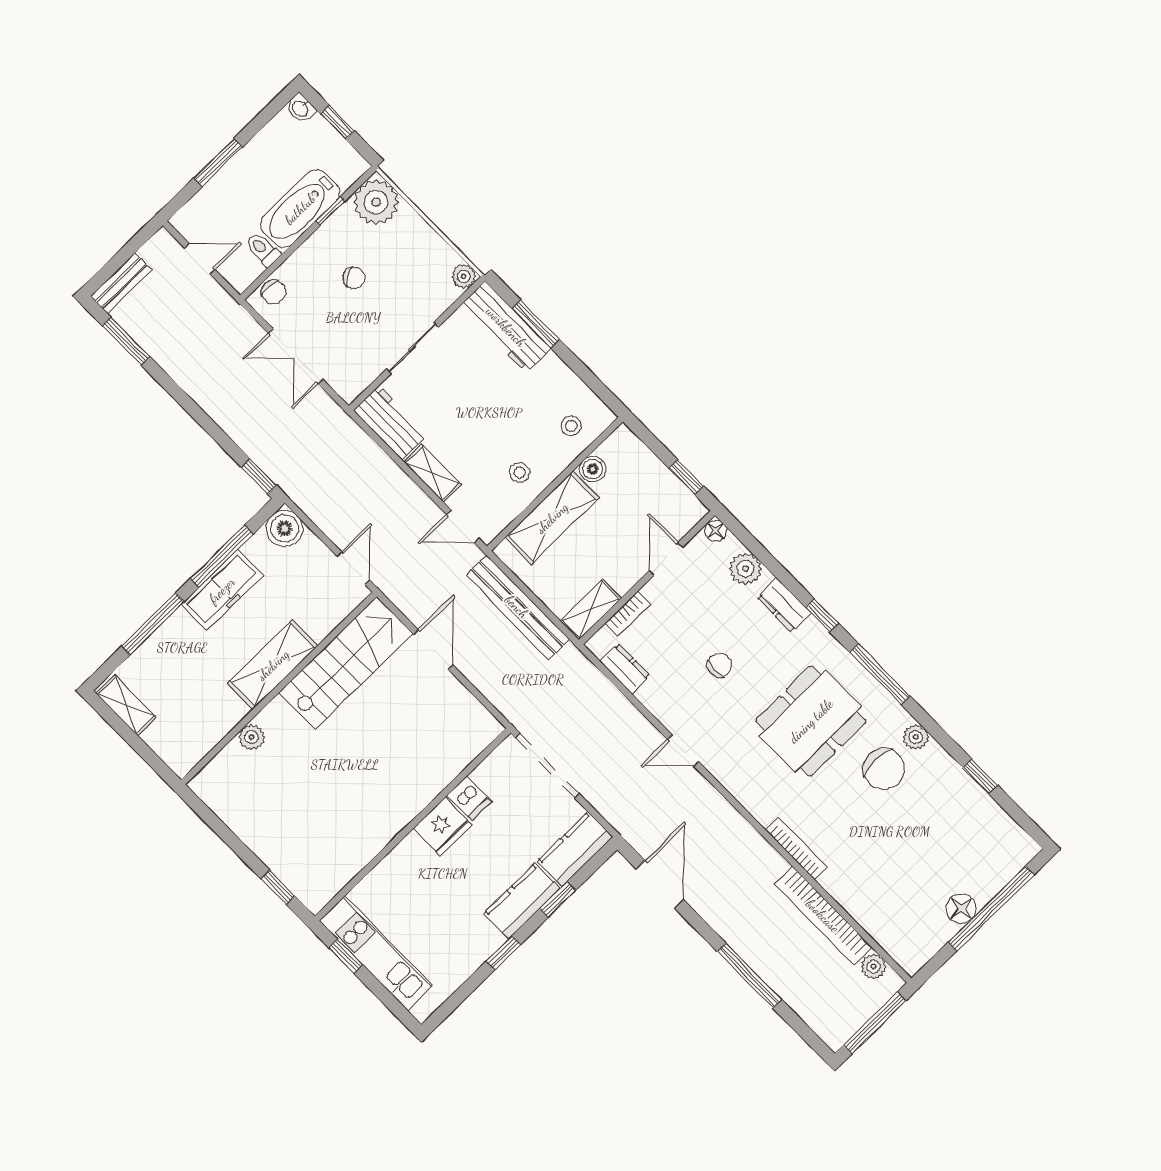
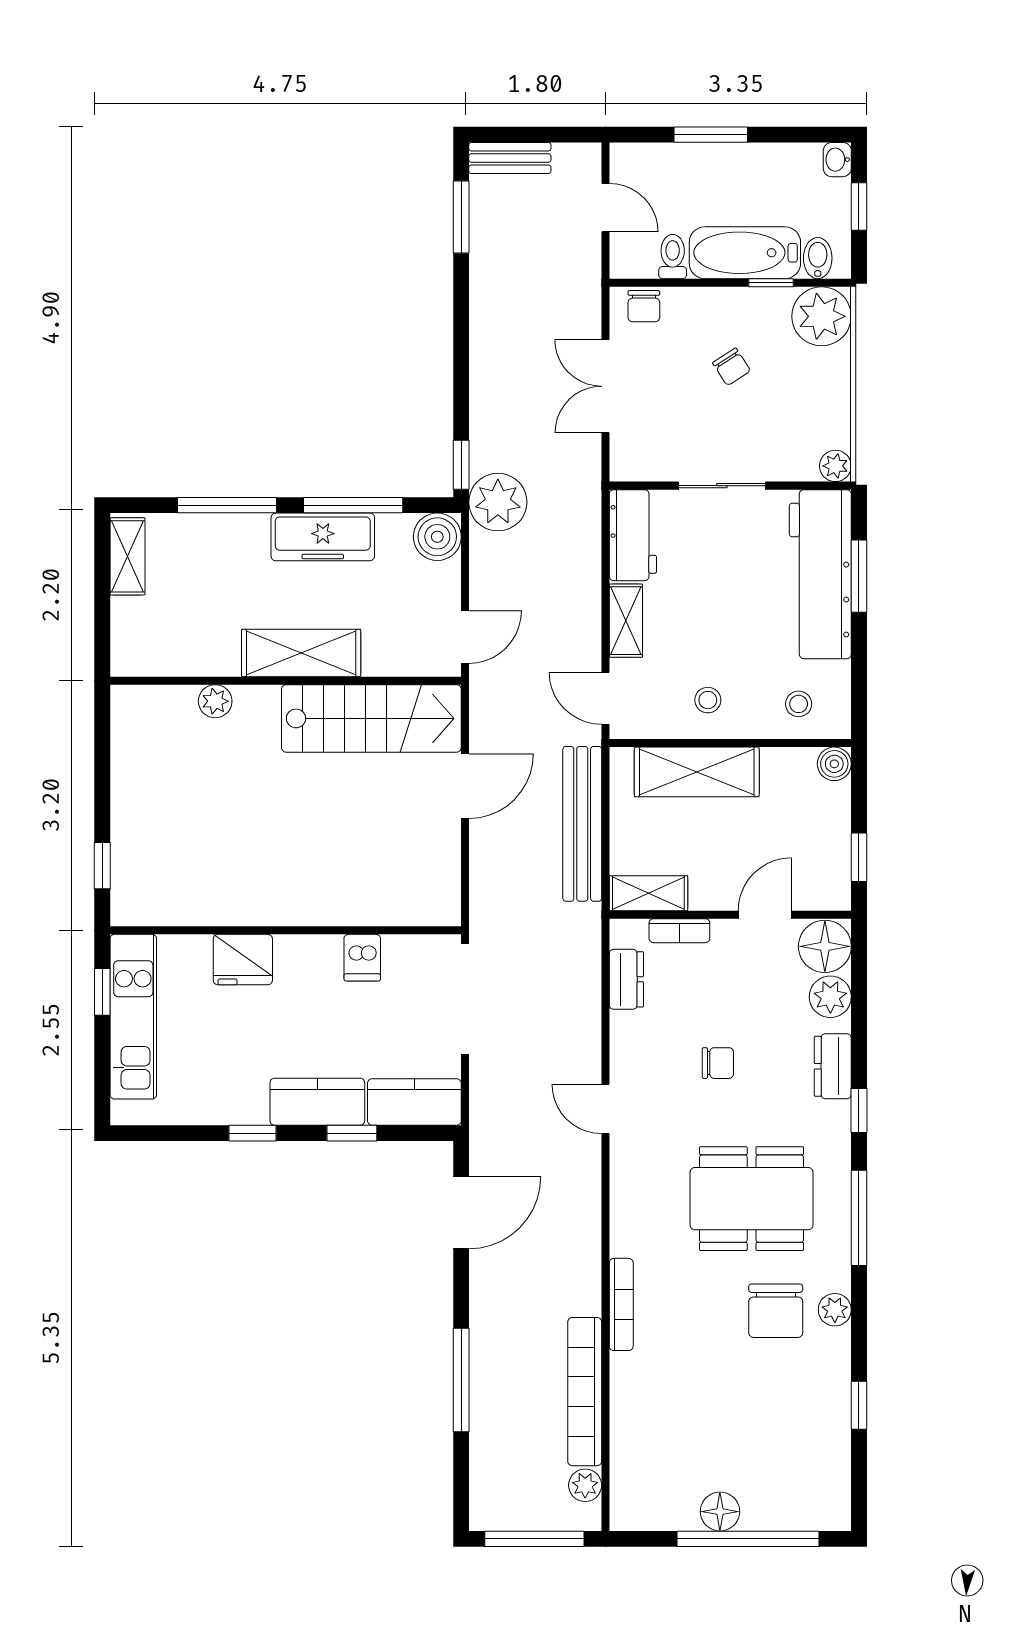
bidet: (343, 173) -> (818, 258), added
workbench: (506, 327) -> (820, 574), width x1.36, depth x1.32
boiler: (593, 469) -> (834, 764), moved
plant: (299, 477) -> (498, 502), added
floor lamp: (716, 531) -> (825, 946), width x1.89, depth x1.89
fridge: (443, 826) -> (243, 960), moved

